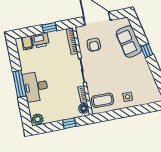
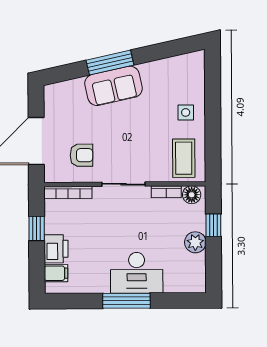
sofa: (129, 42) -> (114, 86), moved
window: (147, 51) -> (110, 63), width x2.17
plant: (38, 119) -> (195, 242), moved

